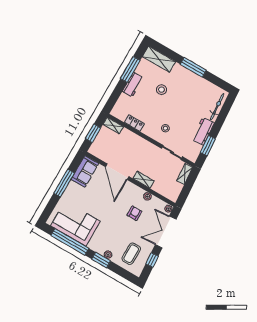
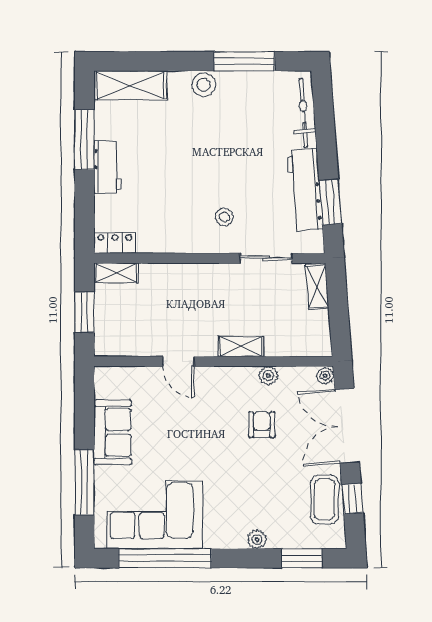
window: (193, 67) -> (244, 61), moved
stool: (162, 90) -> (204, 85), moved
locker: (134, 123) -> (115, 243), moved
workbench: (203, 131) -> (305, 190), width x1.38
sofa: (85, 171) -> (113, 432), moved
door: (117, 172) -> (178, 361), width x0.53
window: (64, 183) -> (84, 482), moved
coffee table: (131, 254) -> (324, 499), moved
window: (101, 260) -> (302, 558), moved

